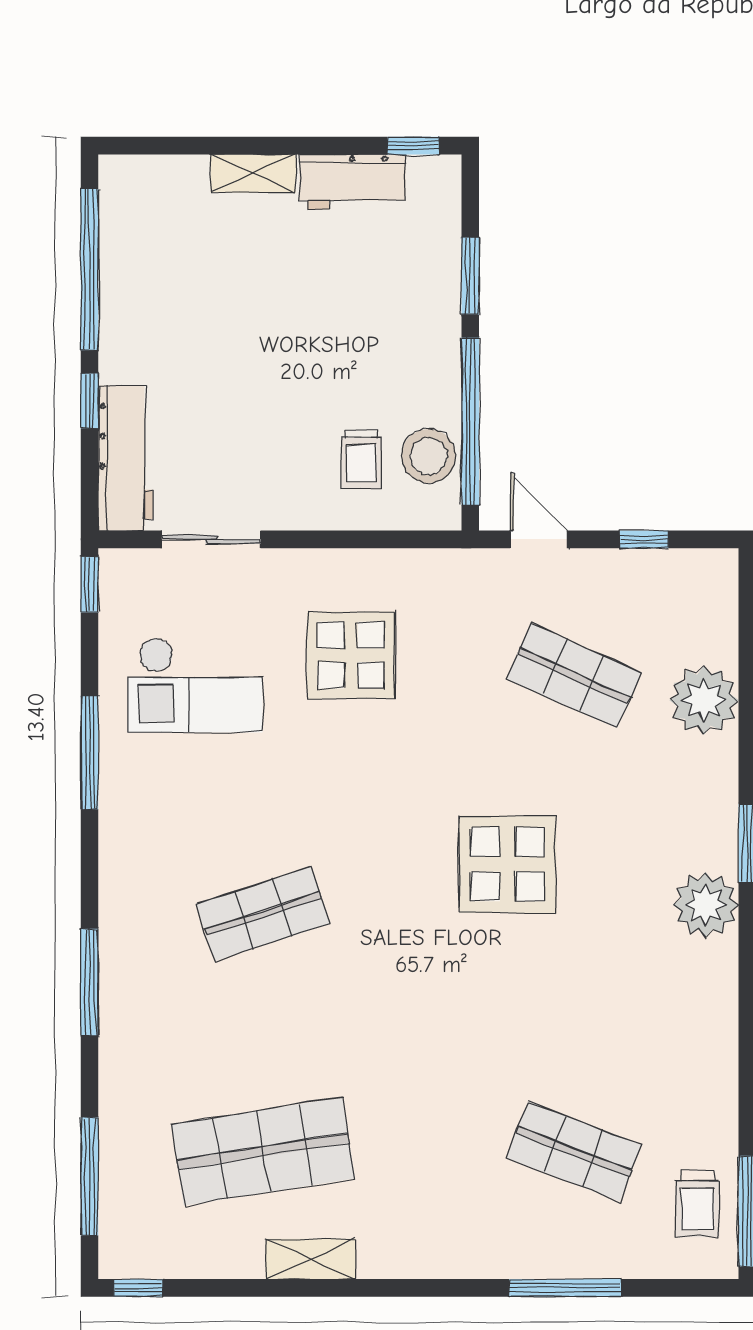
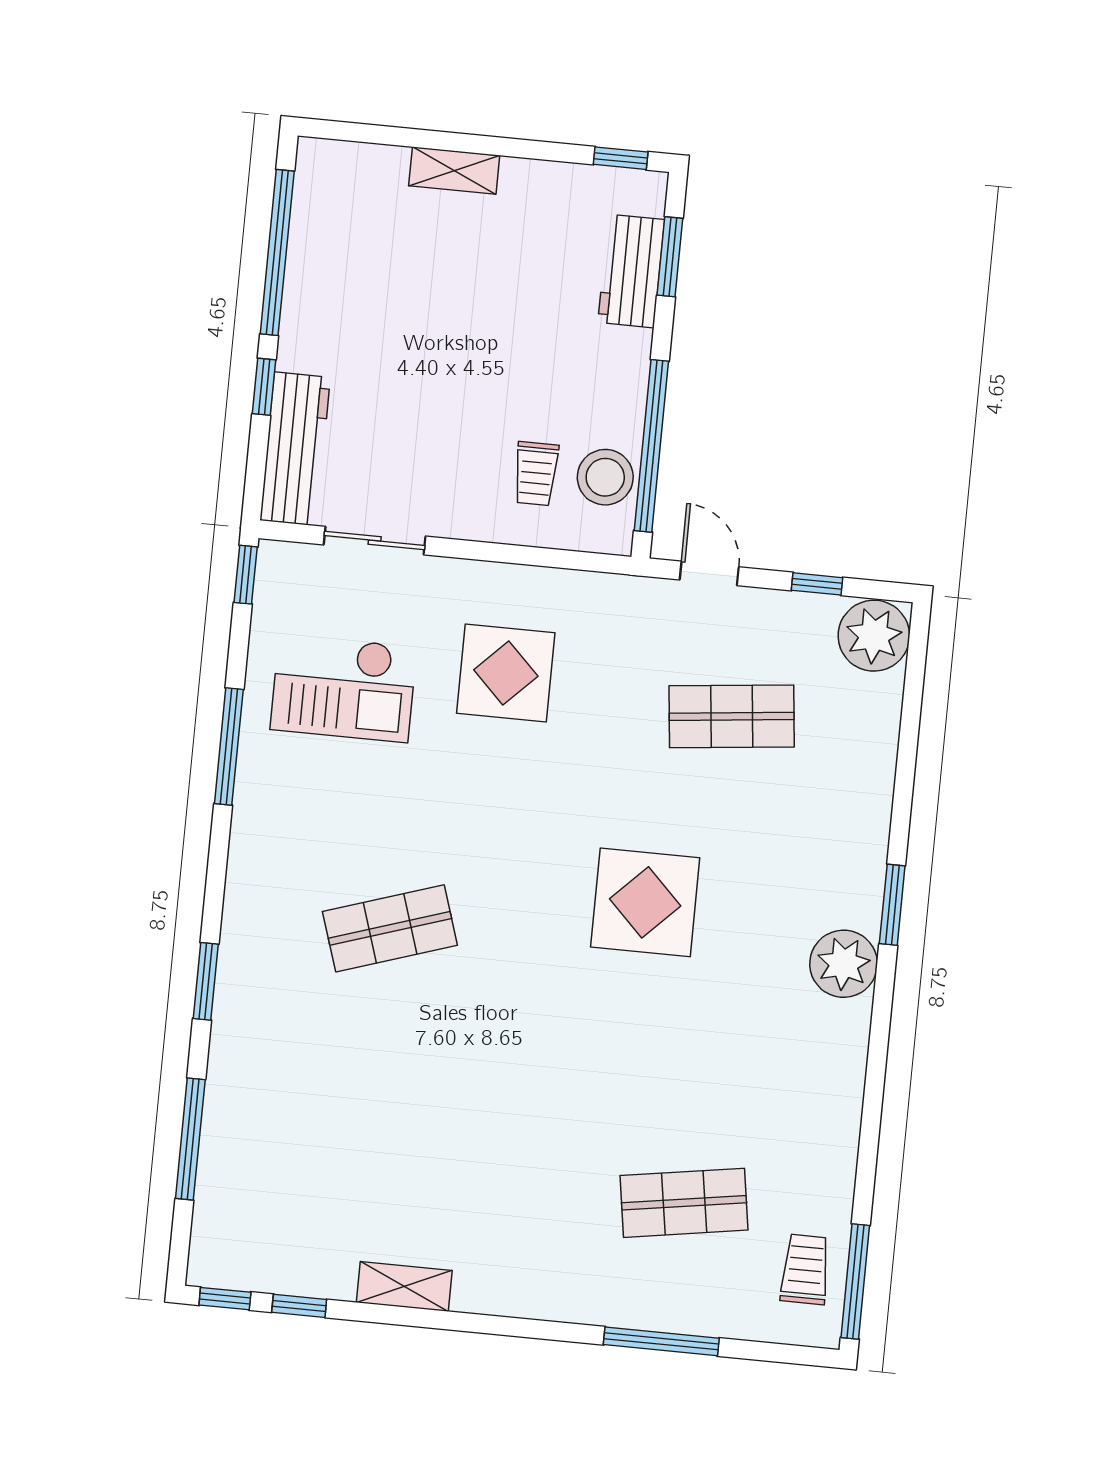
workbench: (352, 182) -> (631, 271), moved, turned 90
window: (470, 276) -> (670, 257), moved
shop shelf: (574, 676) -> (732, 716), turned -30
plant: (704, 700) -> (874, 636), moved
window: (90, 982) -> (206, 981), width x0.69
shop shelf: (263, 1151) -> (366, 1172), removed
shop shelf: (574, 1151) -> (684, 1203), turned -30
window: (90, 1176) -> (190, 1139), moved
trolley: (698, 1204) -> (805, 1269), turned 180
window: (211, 1288) -> (299, 1306), added

